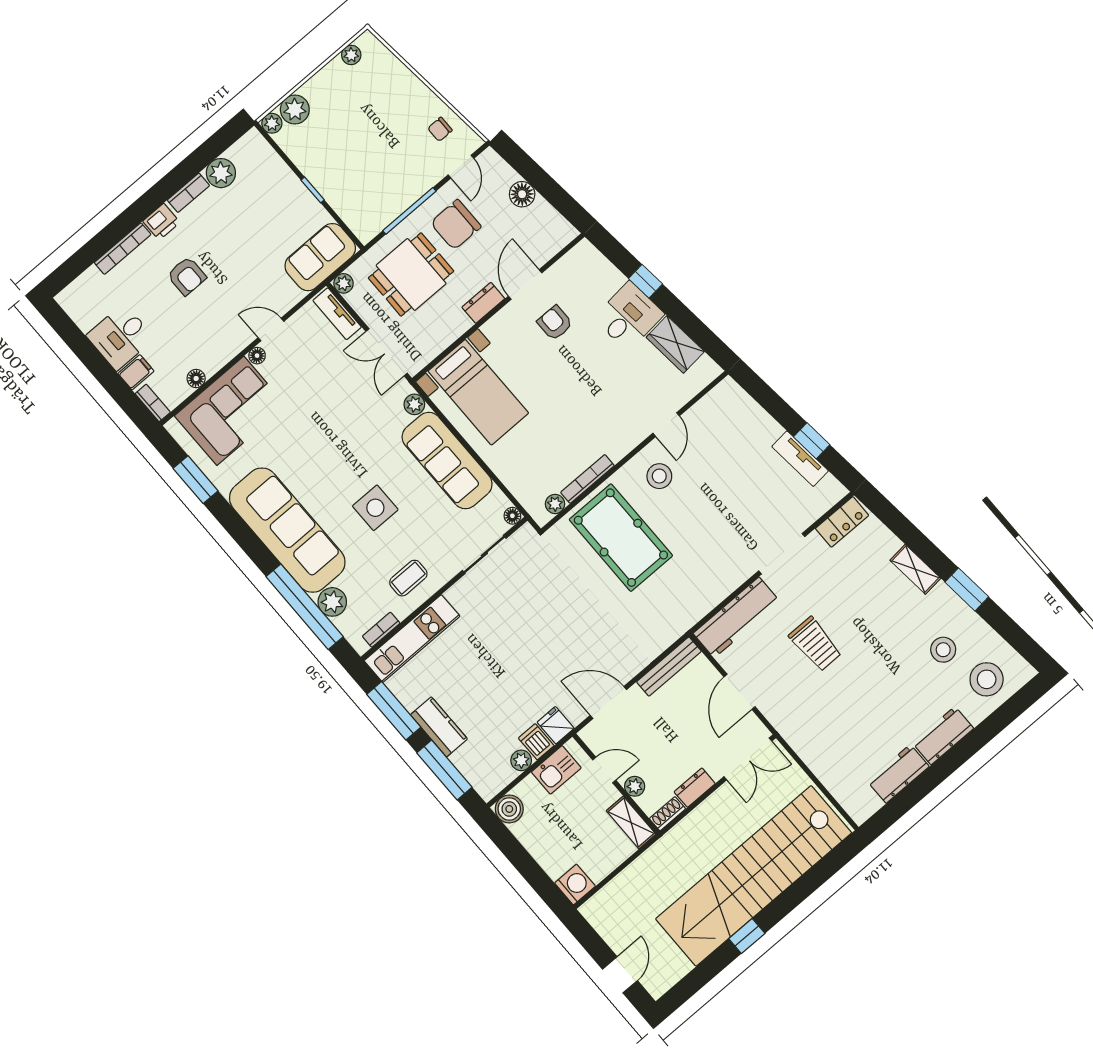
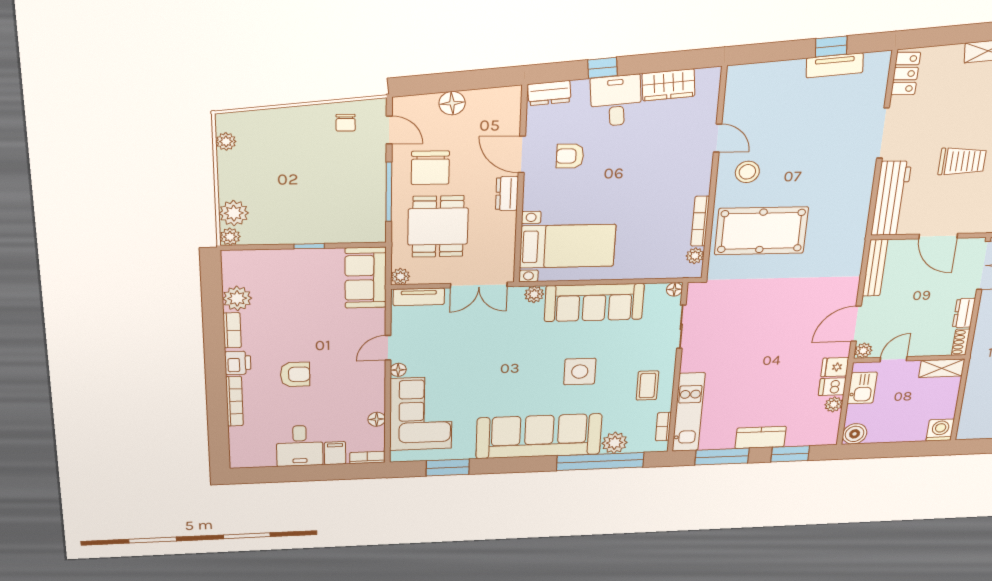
dresser: (592, 260) -> (549, 93), added
window: (444, 770) -> (790, 454), width x0.69
plant: (635, 786) -> (863, 351), moved

